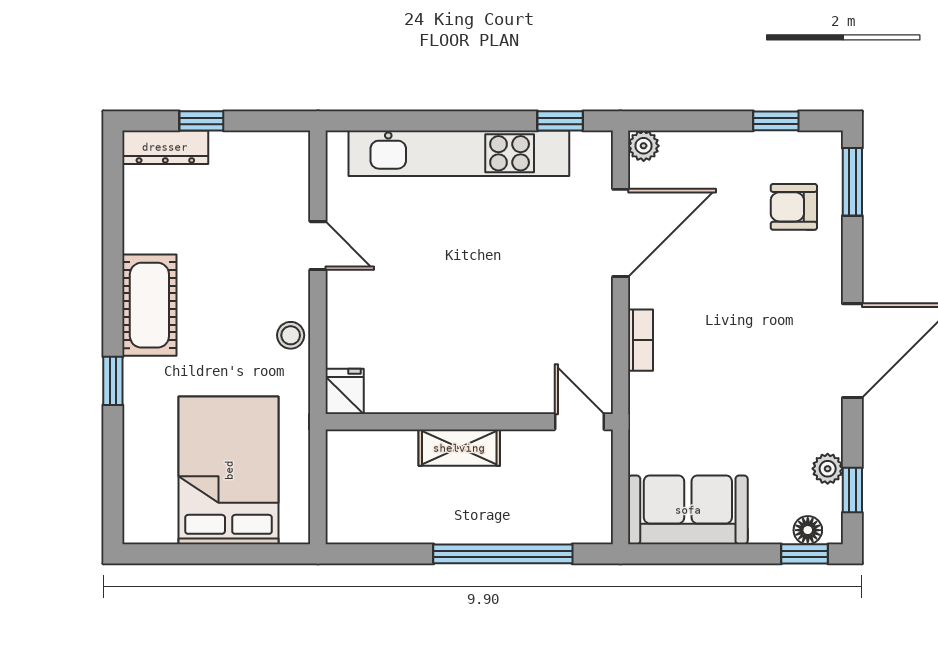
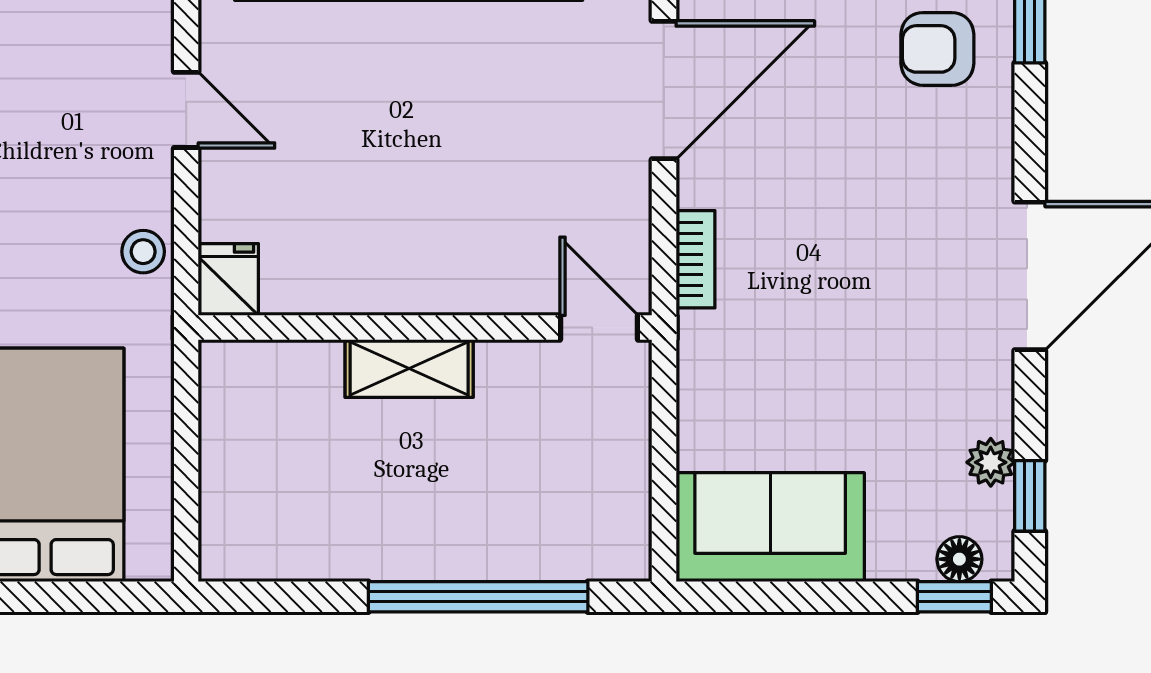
fridge: (345, 391) -> (228, 280), moved
wall: (469, 422) -> (425, 328), moved
door: (579, 422) -> (599, 328), moved
shelving: (459, 448) -> (409, 368), moved

